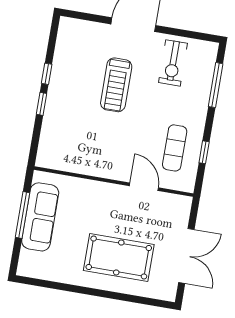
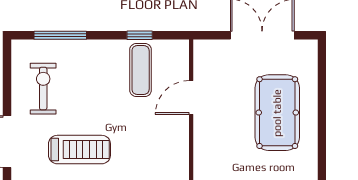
exercise bike: (173, 63) -> (43, 89), turned -90
exercise mat: (175, 148) -> (141, 70), turned 90

